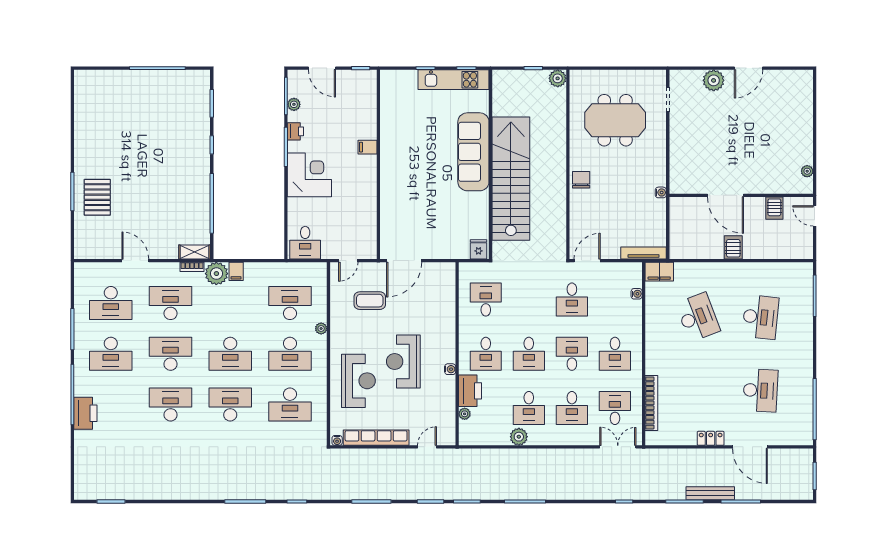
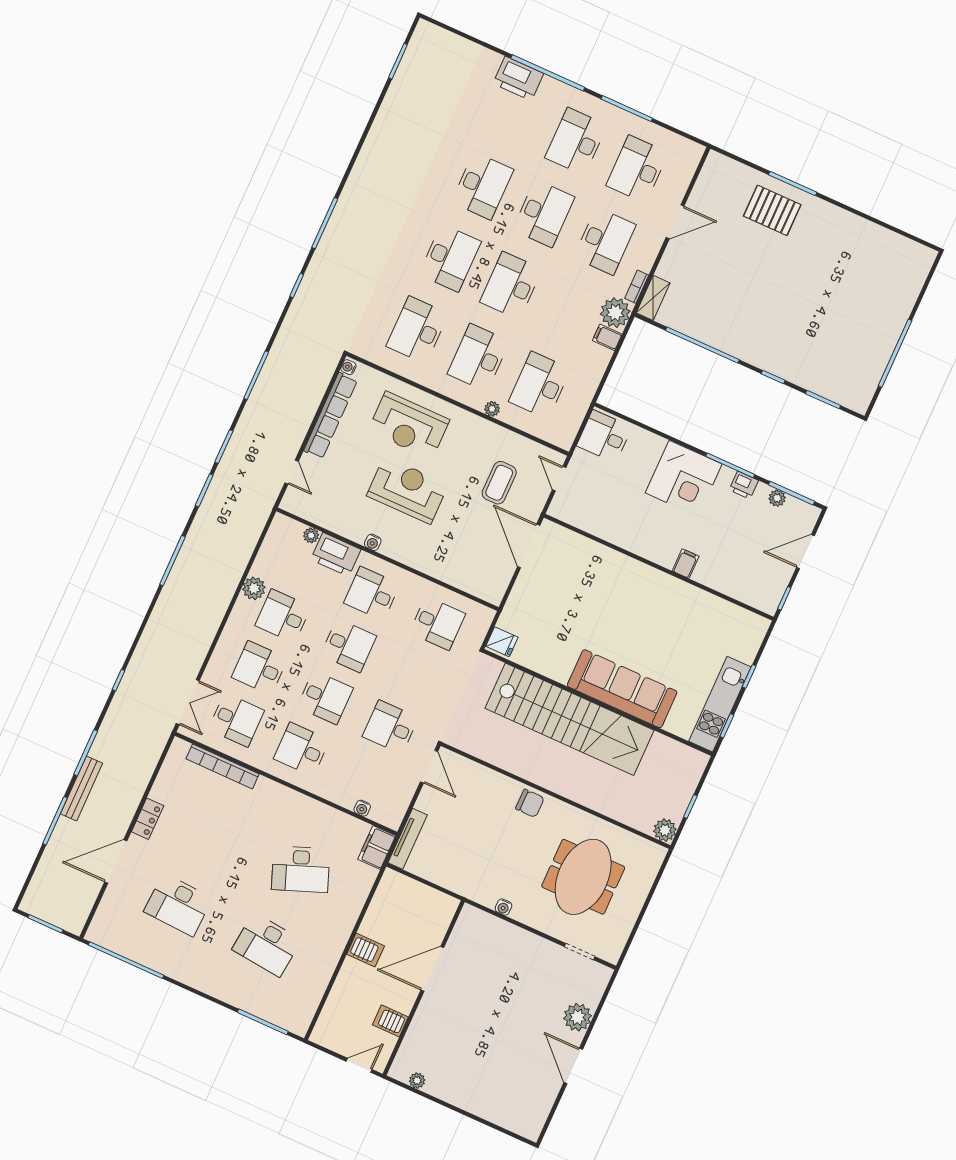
water cooler: (661, 192) -> (504, 907), moved
desk: (290, 303) -> (540, 385), turned 180
desk: (529, 354) -> (348, 646), turned 180

